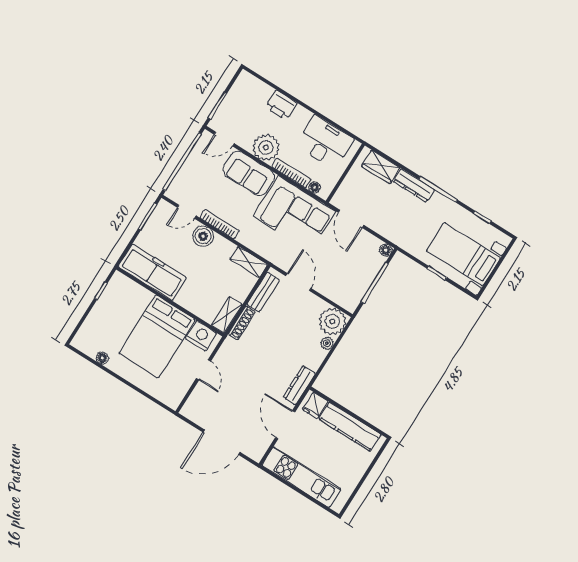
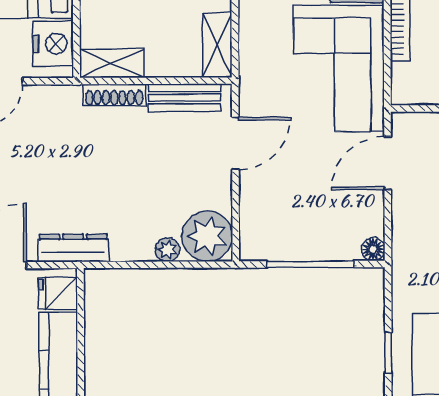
floor lamp: (315, 187) -> (401, 74), removed

